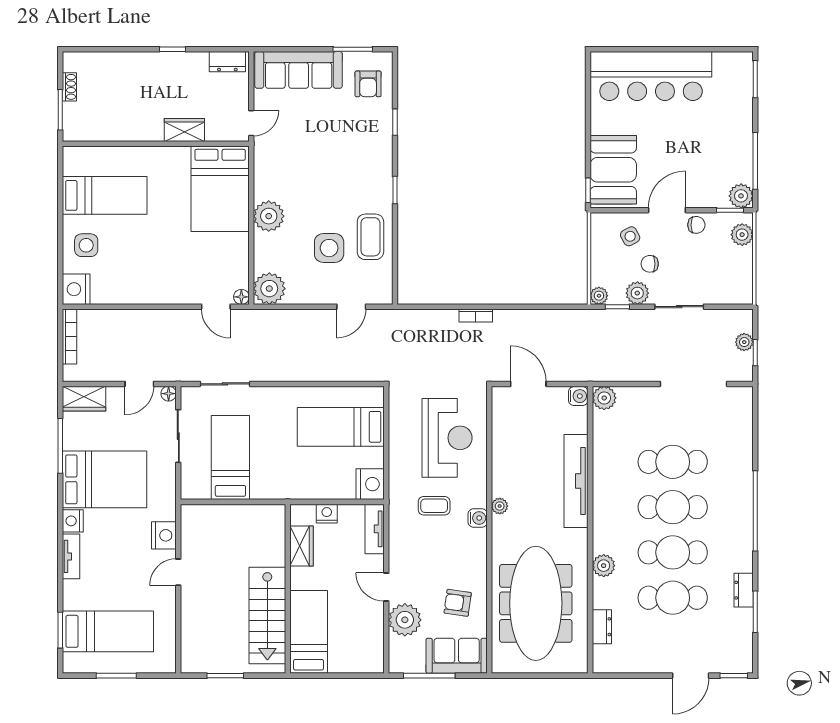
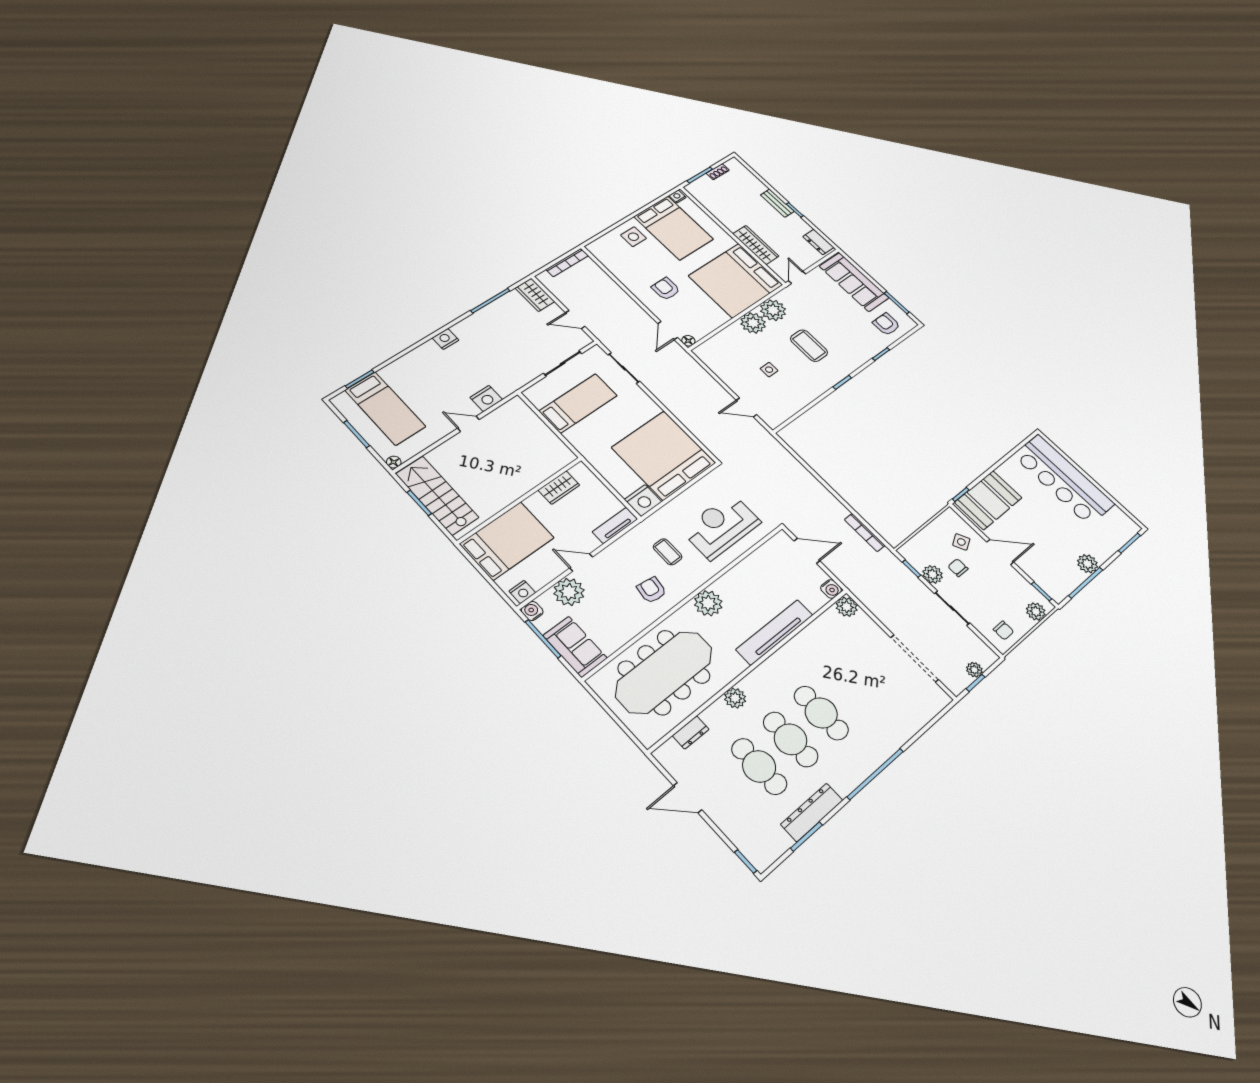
bench: (152, 60) -> (777, 203), added
armchair: (368, 84) -> (886, 324), turned 90
door: (251, 123) -> (797, 277), swing flipped
wardrobe: (184, 130) -> (756, 245), width x1.50
bed: (220, 189) -> (736, 280), width x1.36
bed: (105, 195) -> (674, 228), width x1.50
plant: (741, 196) -> (1088, 564), moved
chair: (696, 225) -> (1004, 630), moved
coffee table: (370, 237) -> (809, 346), moved, turned 90
side table: (329, 248) -> (769, 370), width x0.54, depth x0.54
armchair: (169, 267) -> (666, 289), added
nightstand: (76, 289) -> (678, 196), moved, width x0.53, depth x0.56
plant: (269, 289) -> (773, 310), moved
plant: (599, 296) -> (906, 552), removed
bookcase: (476, 315) -> (865, 532), moved, width x1.56
door: (528, 384) -> (807, 551), hinge flipped
floor lamp: (169, 394) -> (394, 462), moved
bed: (341, 427) -> (663, 455), width x2.04
reception desk: (447, 438) -> (721, 526), turned 180
cafe table: (673, 462) -> (851, 687), removed
bed: (105, 479) -> (492, 340), removed
plant: (500, 506) -> (708, 603), width x1.88, depth x1.88
nightstand: (327, 514) -> (522, 592), moved, turned 90
water cooler: (478, 518) -> (532, 611), moved, turned 180
tv unit: (71, 556) -> (419, 353), removed
door: (386, 587) -> (581, 562), hinge flipped
dresser: (744, 590) -> (812, 812), width x1.96, depth x1.24
armchair: (458, 603) -> (652, 590), moved
stairs: (267, 616) -> (437, 495), moved, turned 90
bed: (309, 632) -> (507, 541), width x1.50
door: (691, 676) -> (688, 798), moved

